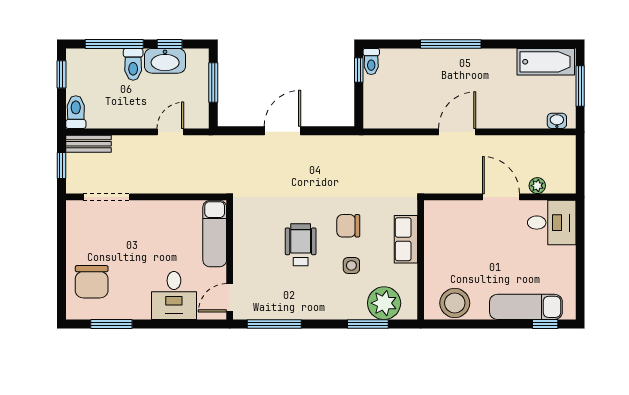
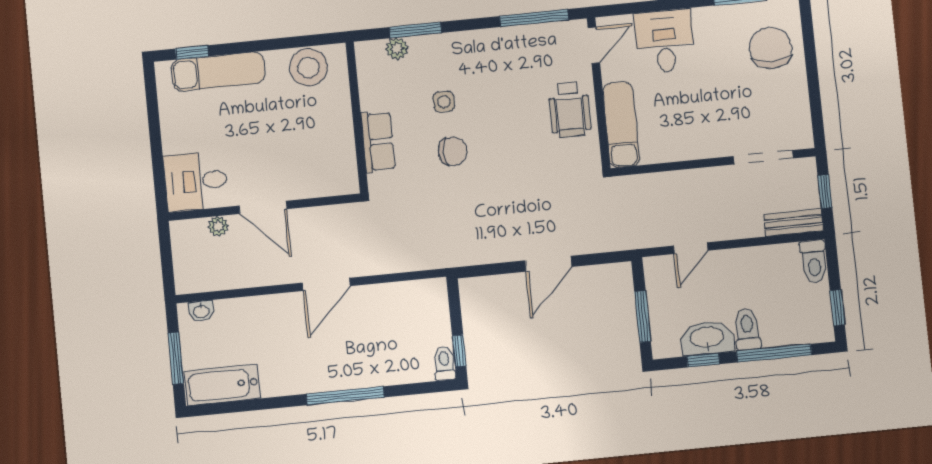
wheelchair: (301, 245) -> (570, 110), moved
plant: (384, 303) -> (397, 49), width x0.53, depth x0.53

